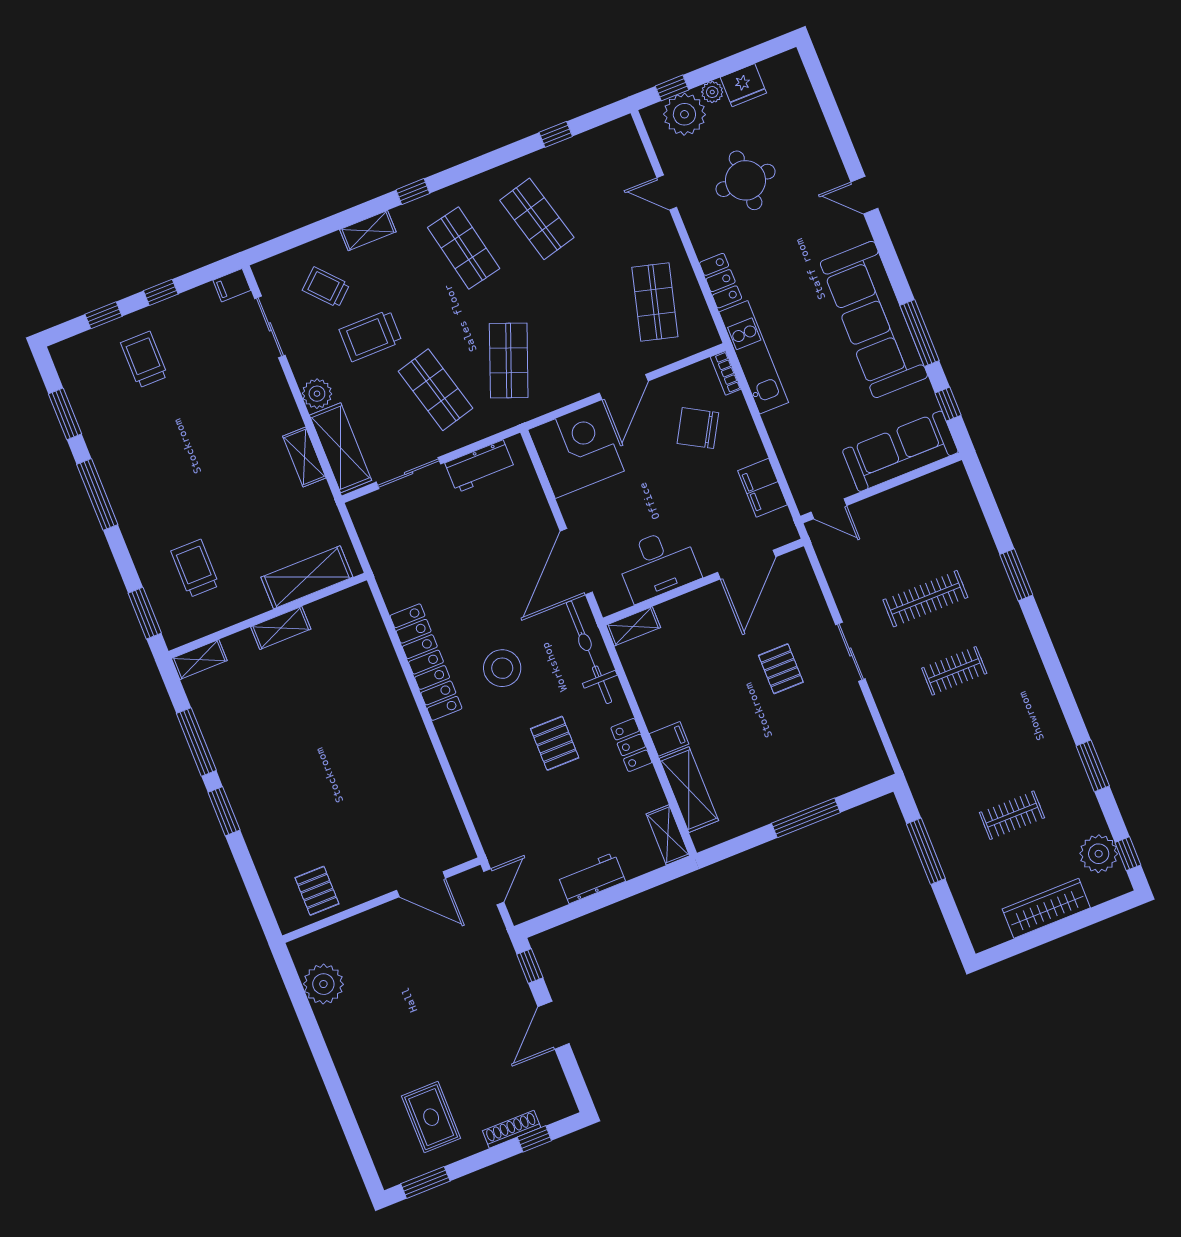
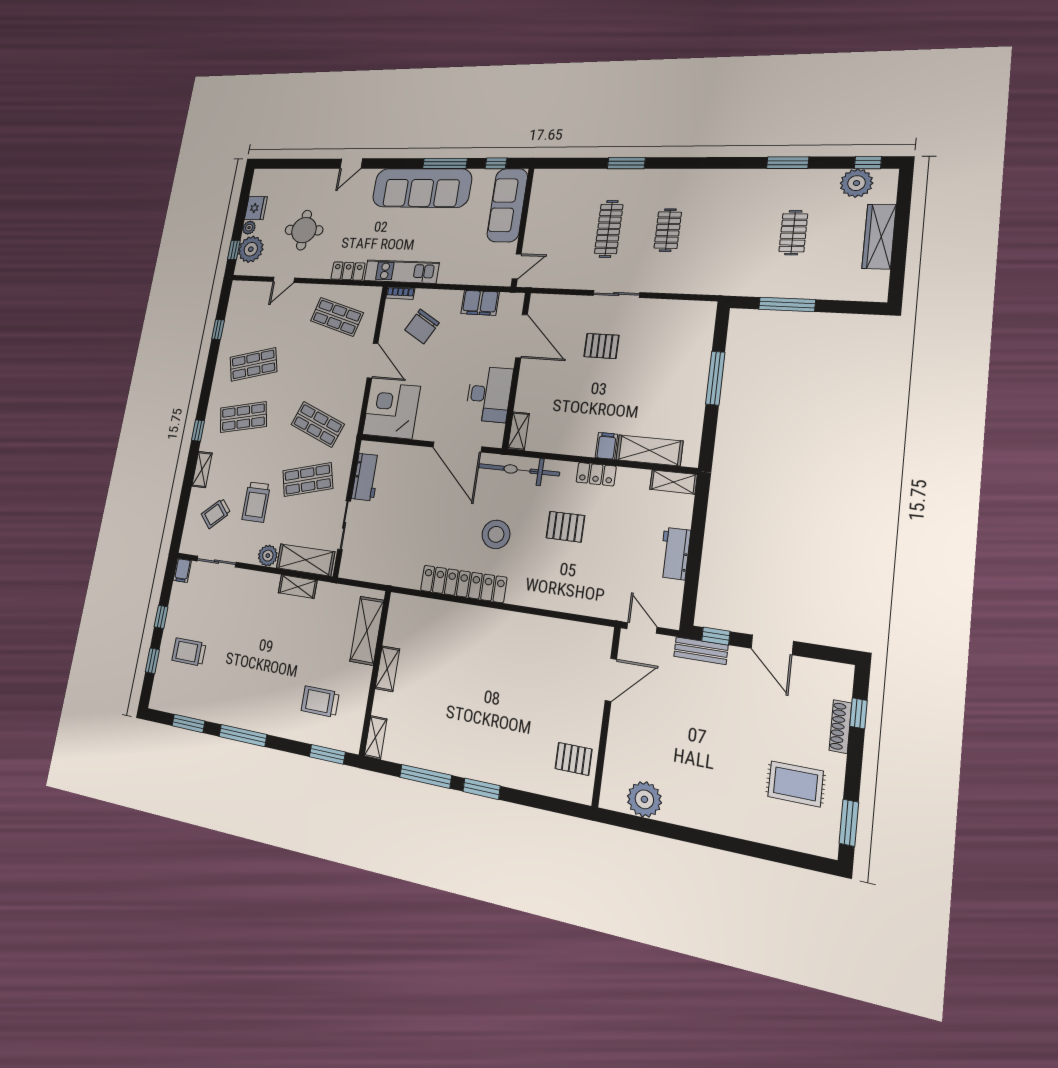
bench: (506, 959) -> (701, 651), added

